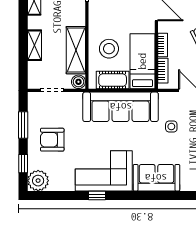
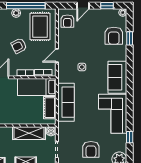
stool: (109, 49) -> (28, 110), removed
sofa: (121, 107) -> (66, 102), width x0.74, depth x0.79
window: (97, 196) -> (130, 137), moved

